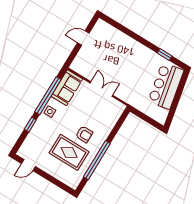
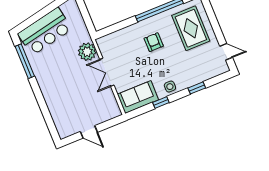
window: (165, 55) -> (25, 61), width x2.17
plant: (126, 93) -> (87, 52), added
window: (48, 96) -> (161, 103), width x0.32
rug: (69, 152) -> (191, 28), moved

